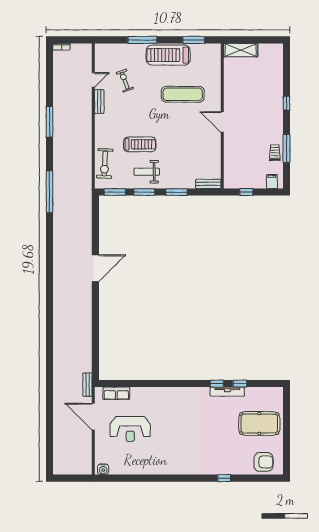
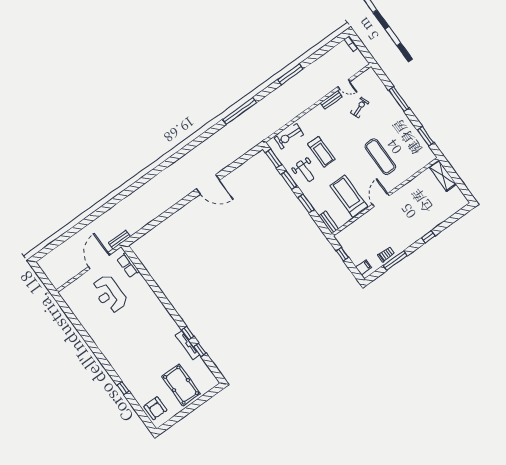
treadmill: (168, 55) -> (349, 196), moved
weight bench: (147, 172) -> (305, 171), turned 180
water cooler: (103, 469) -> (66, 295), removed

